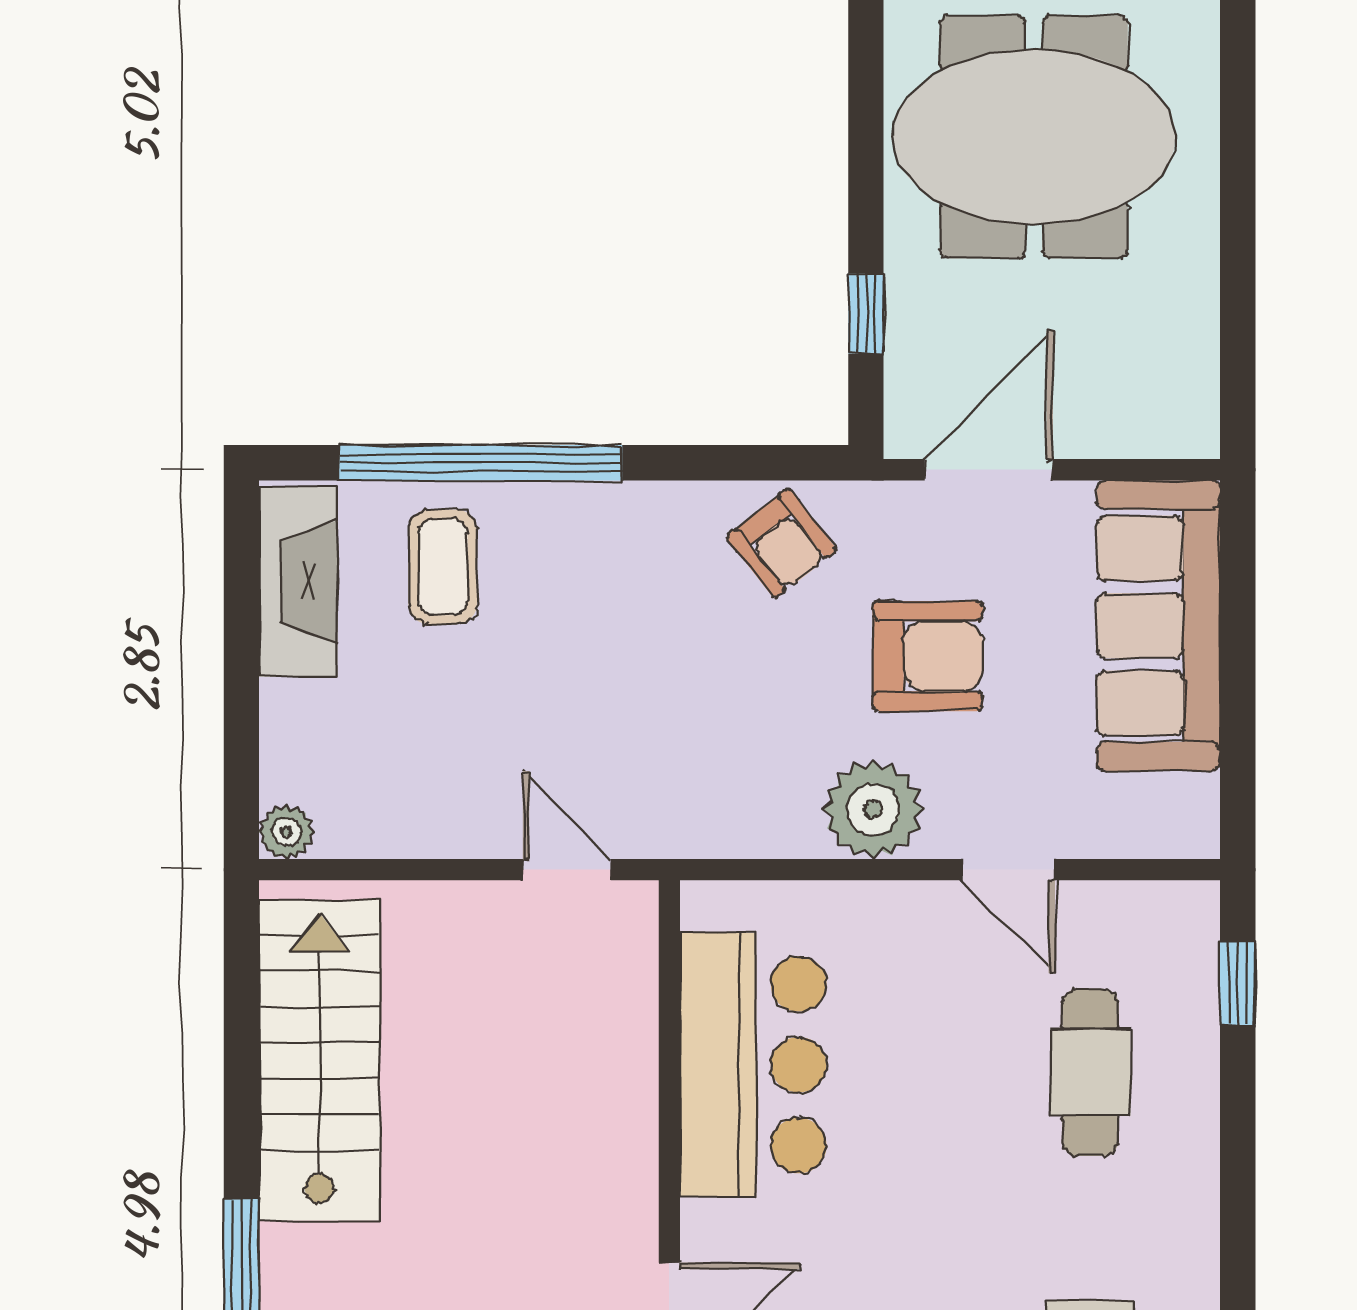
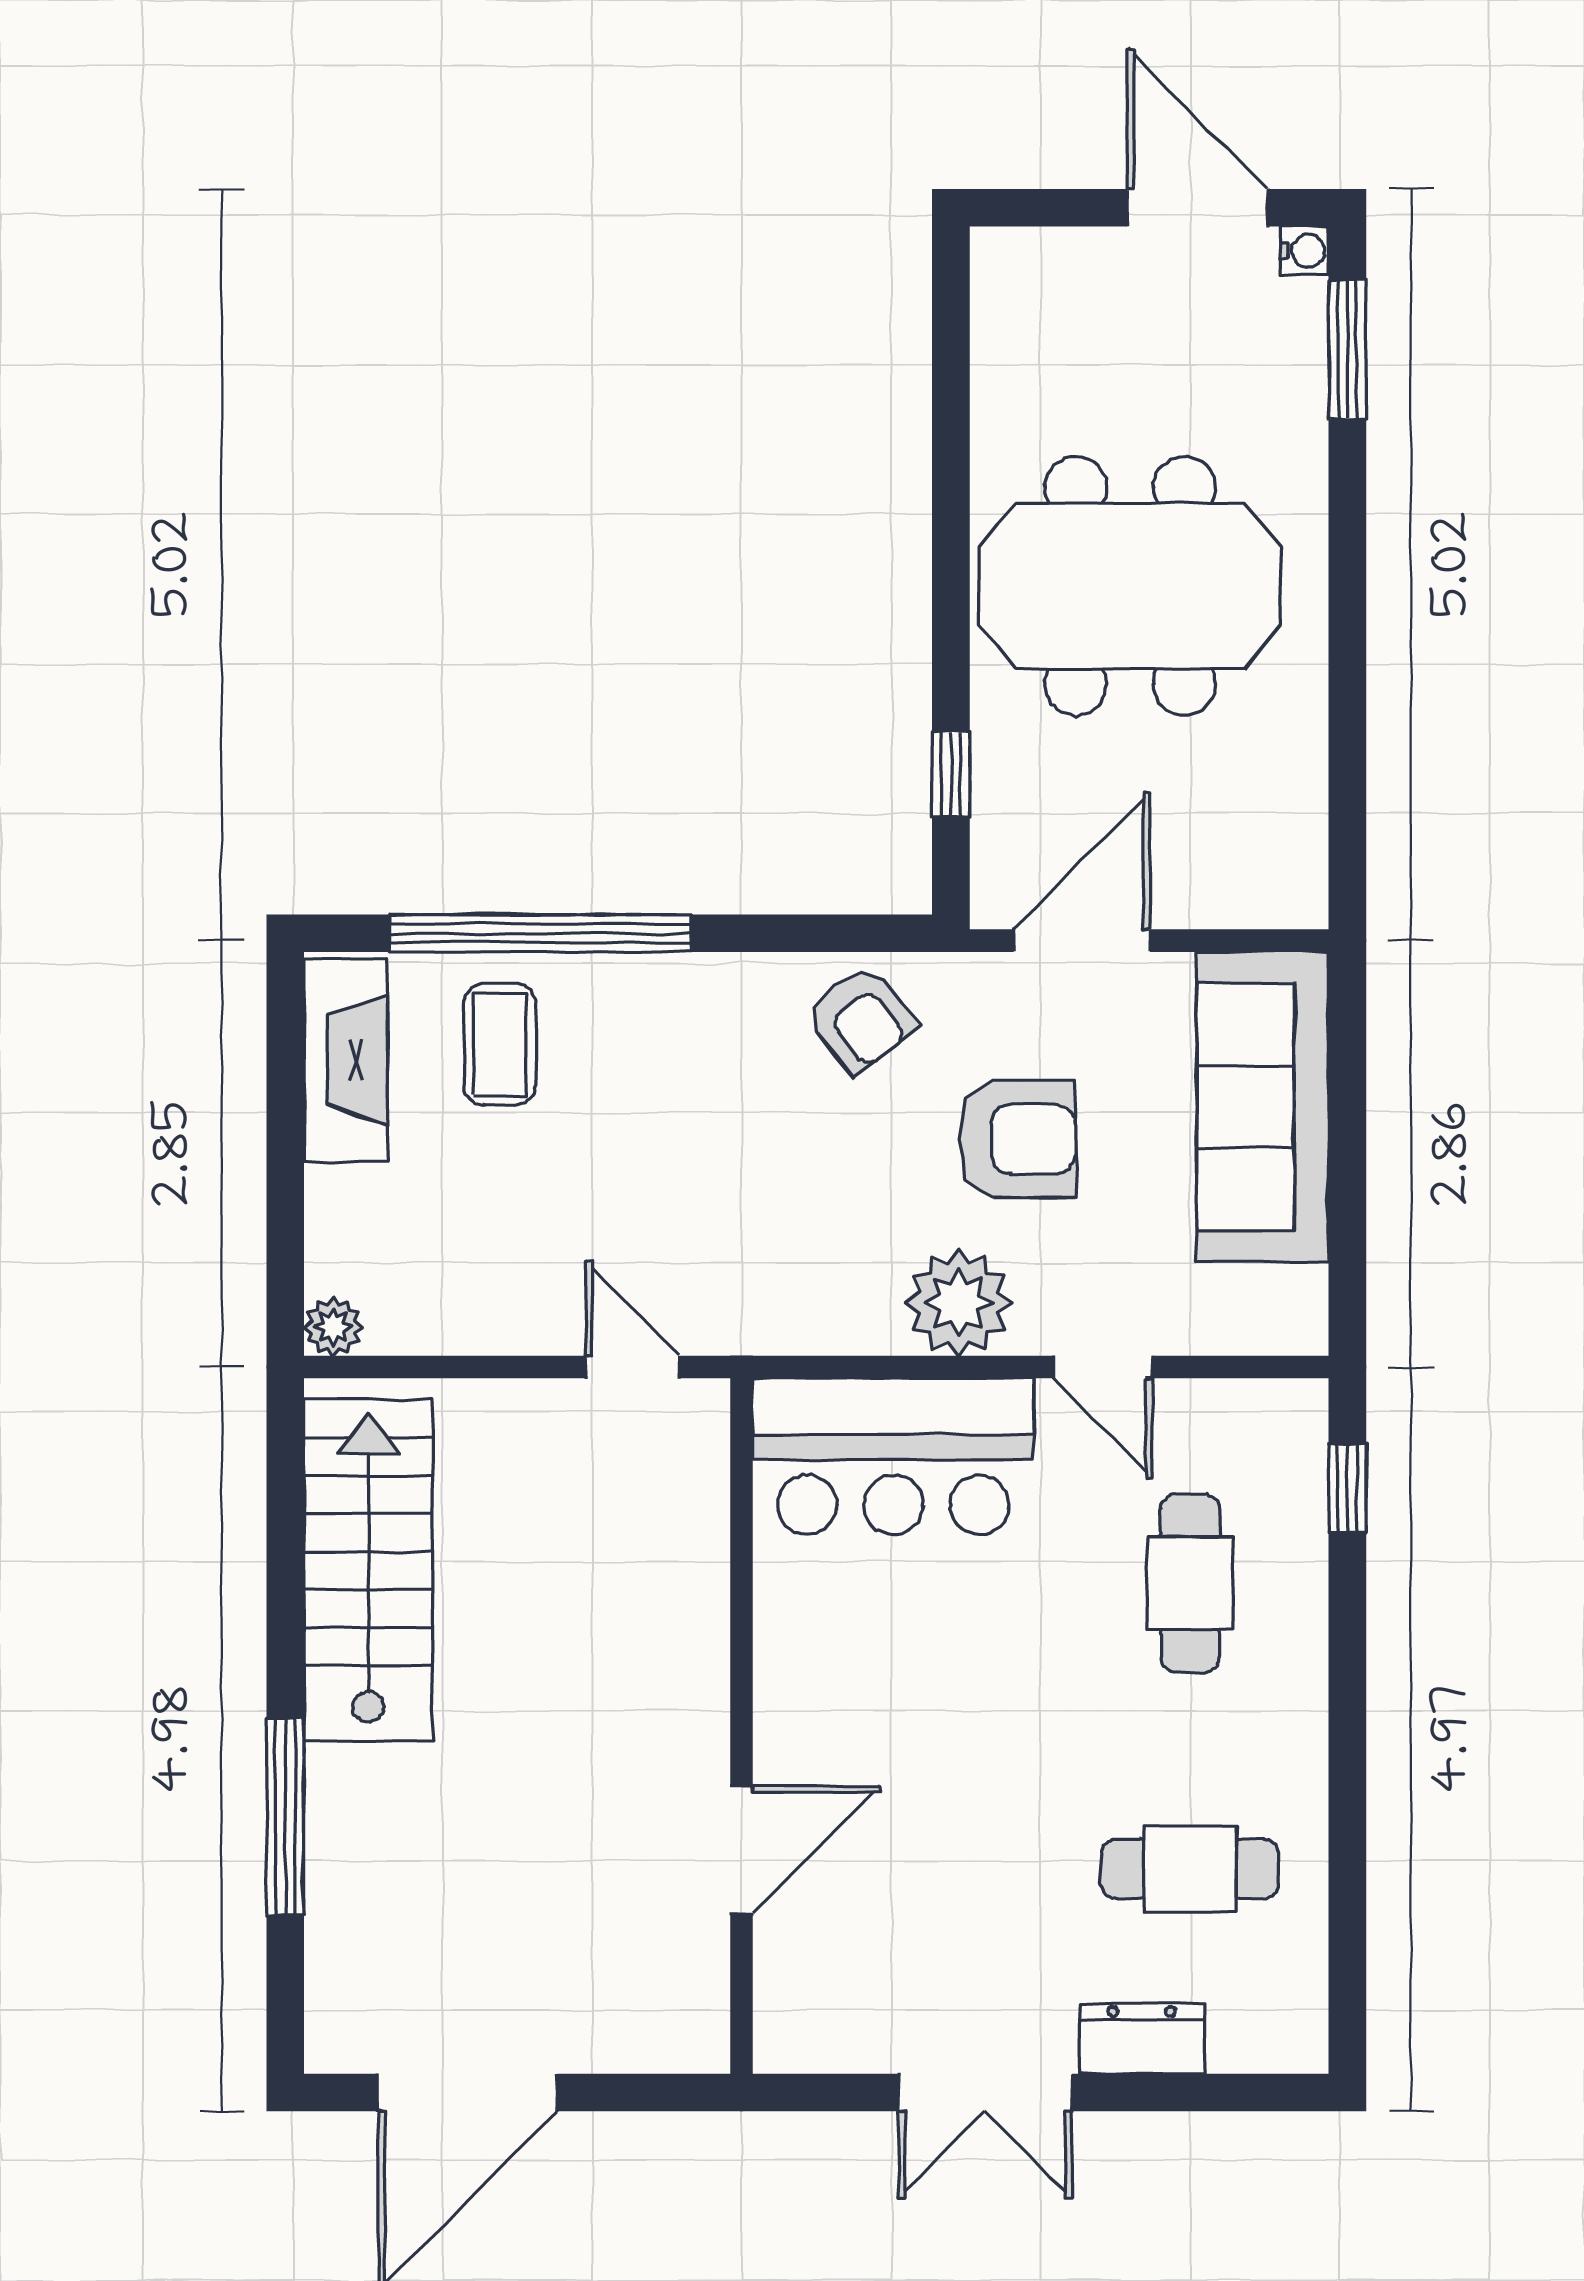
bar counter: (753, 1065) -> (893, 1456), moved, turned 90

